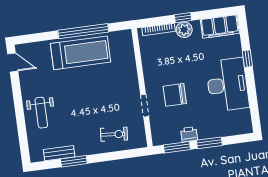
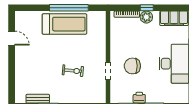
door: (13, 62) -> (12, 38), moved
weight bench: (41, 113) -> (28, 66), removed
exercise bike: (114, 134) -> (73, 71), moved

